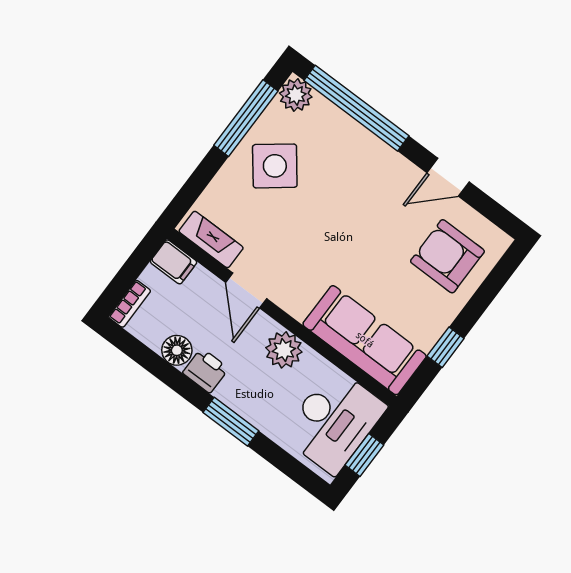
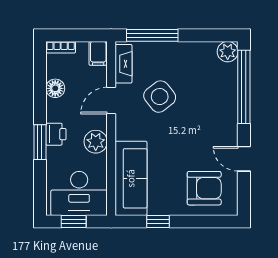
window: (246, 118) -> (152, 35), moved
side table: (275, 166) -> (160, 97), moved
armchair: (447, 256) -> (204, 188), turned 90
printer: (206, 371) -> (56, 134), moved

